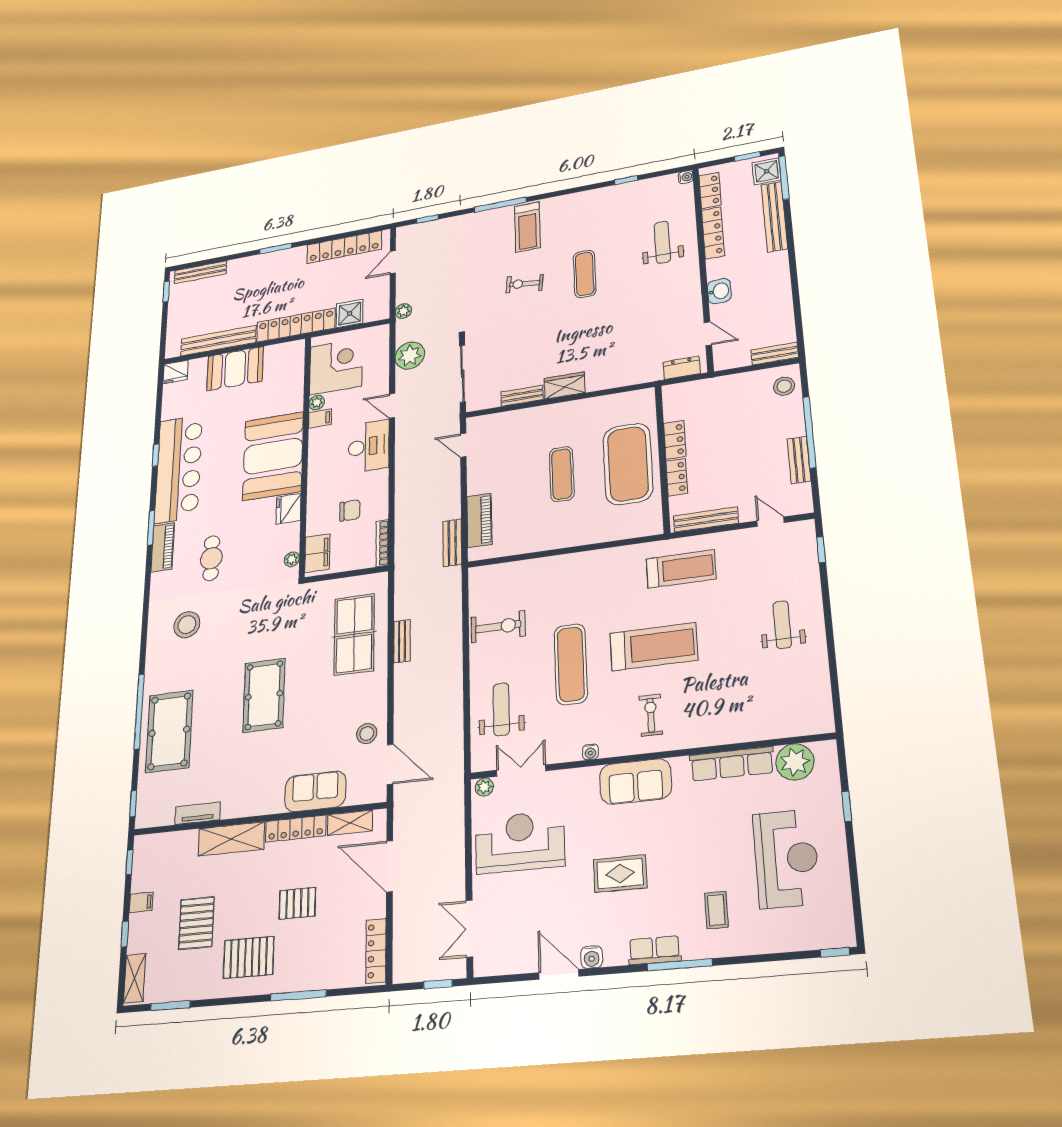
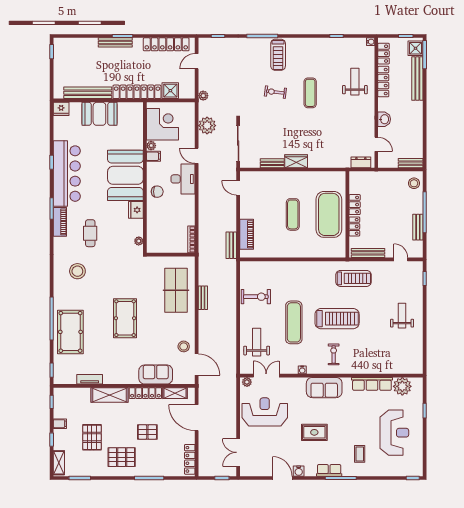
bench: (200, 272) -> (115, 42), moved
chair: (350, 510) -> (157, 192), moved
filing cabinet: (317, 553) -> (154, 240), removed

